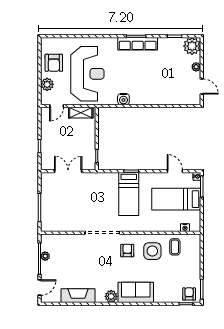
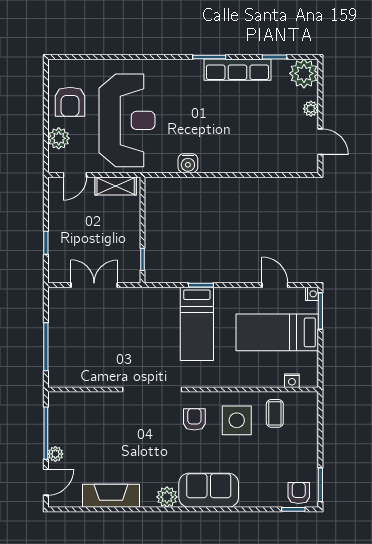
row of seats: (138, 44) -> (237, 70), moved
plant: (45, 256) -> (55, 454), moved

